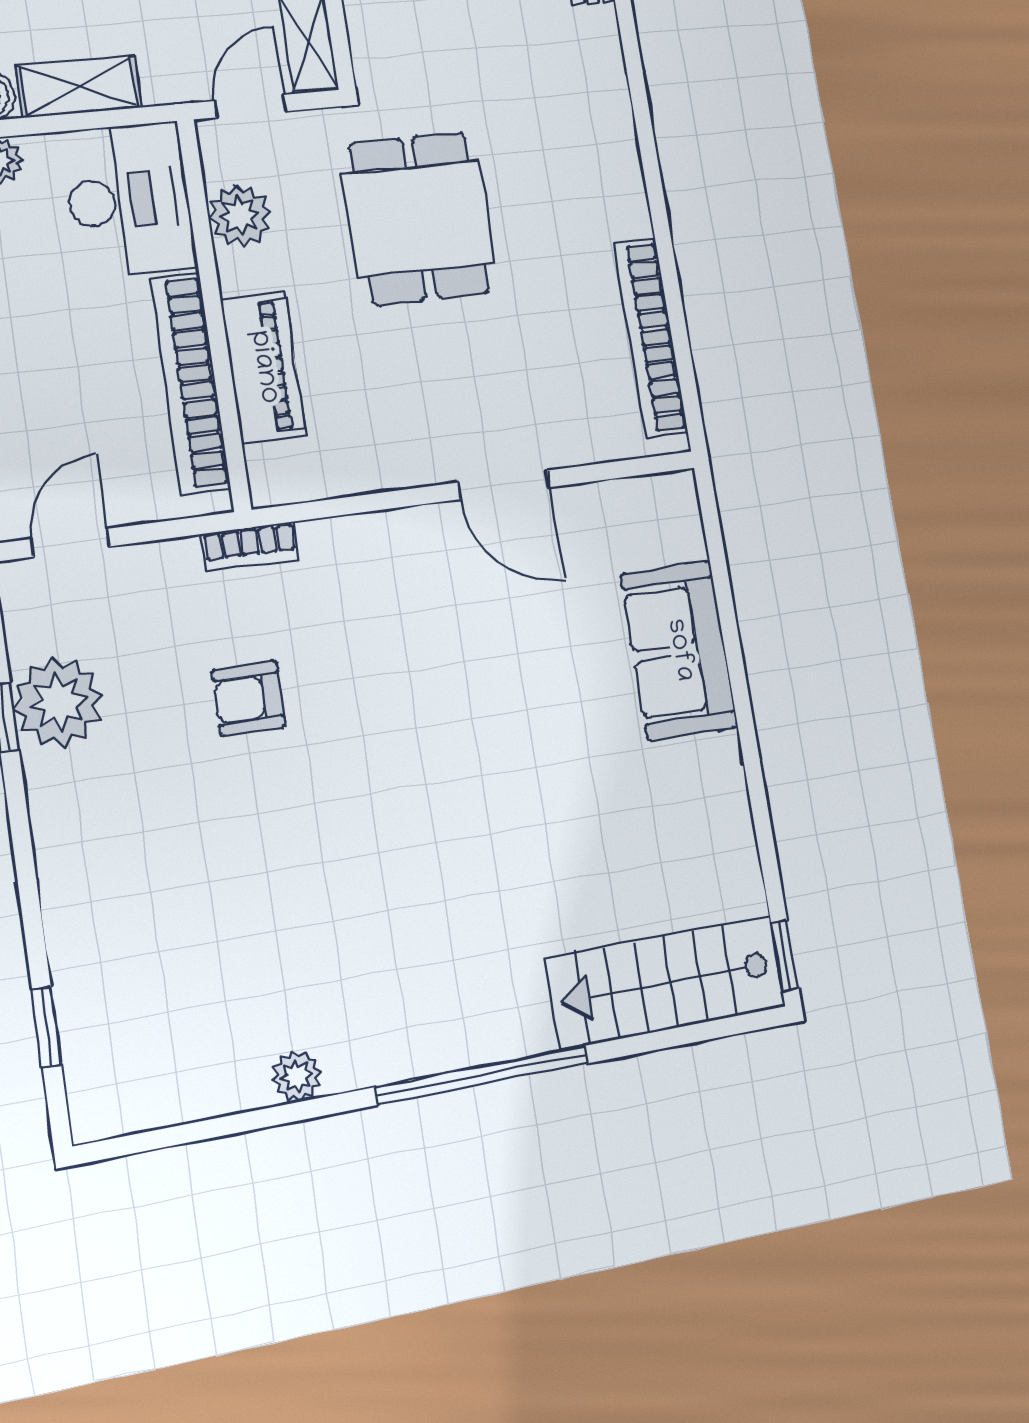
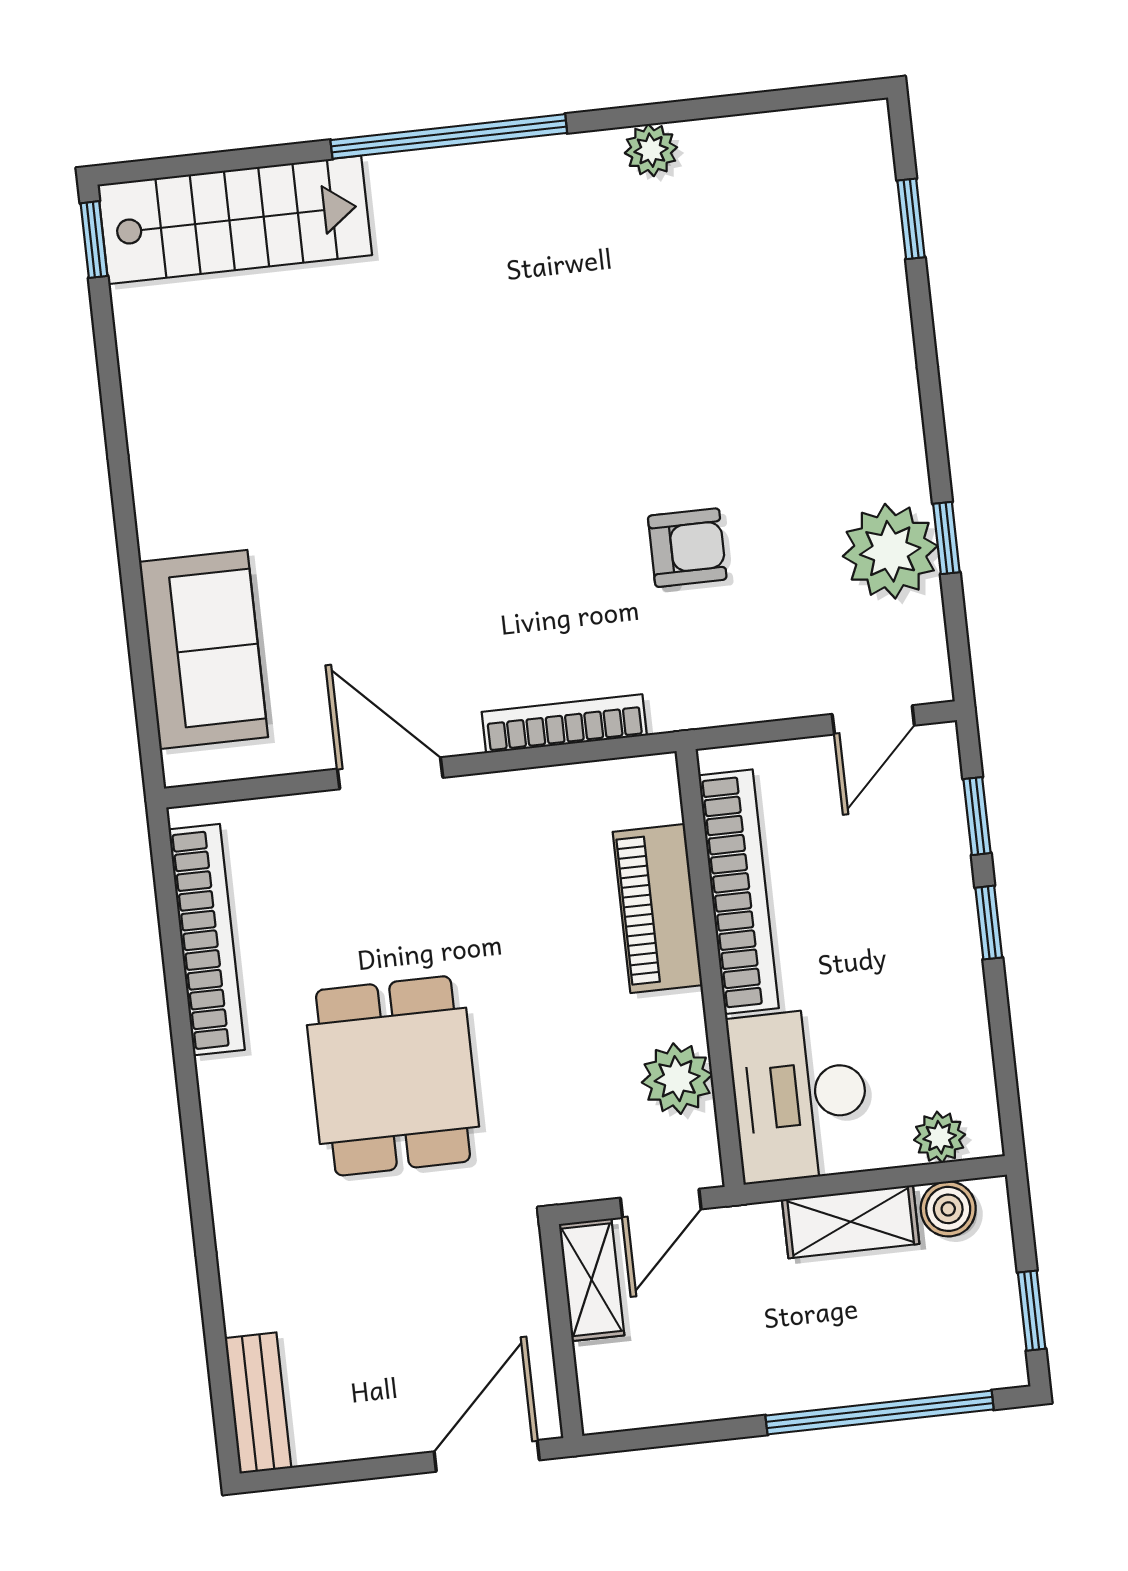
dining table: (419, 218) -> (393, 1076), moved
bookcase: (250, 547) -> (564, 724), moved, width x1.56
sofa: (679, 650) -> (204, 650), moved

